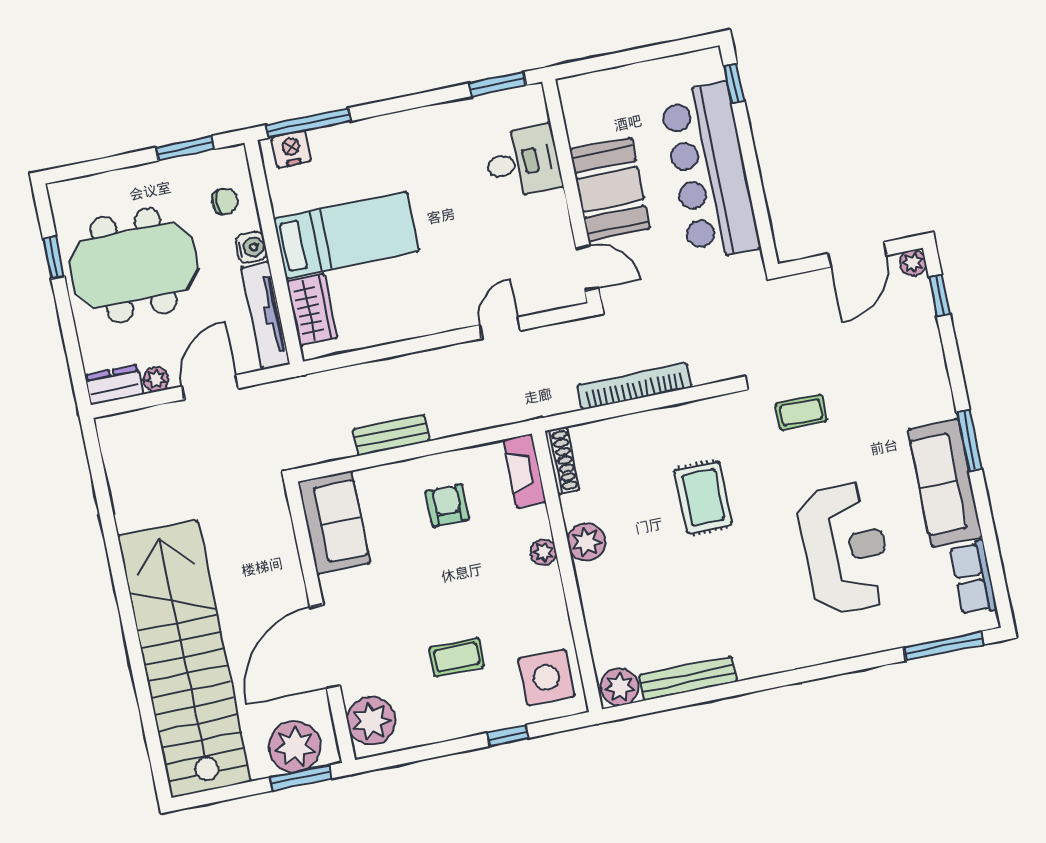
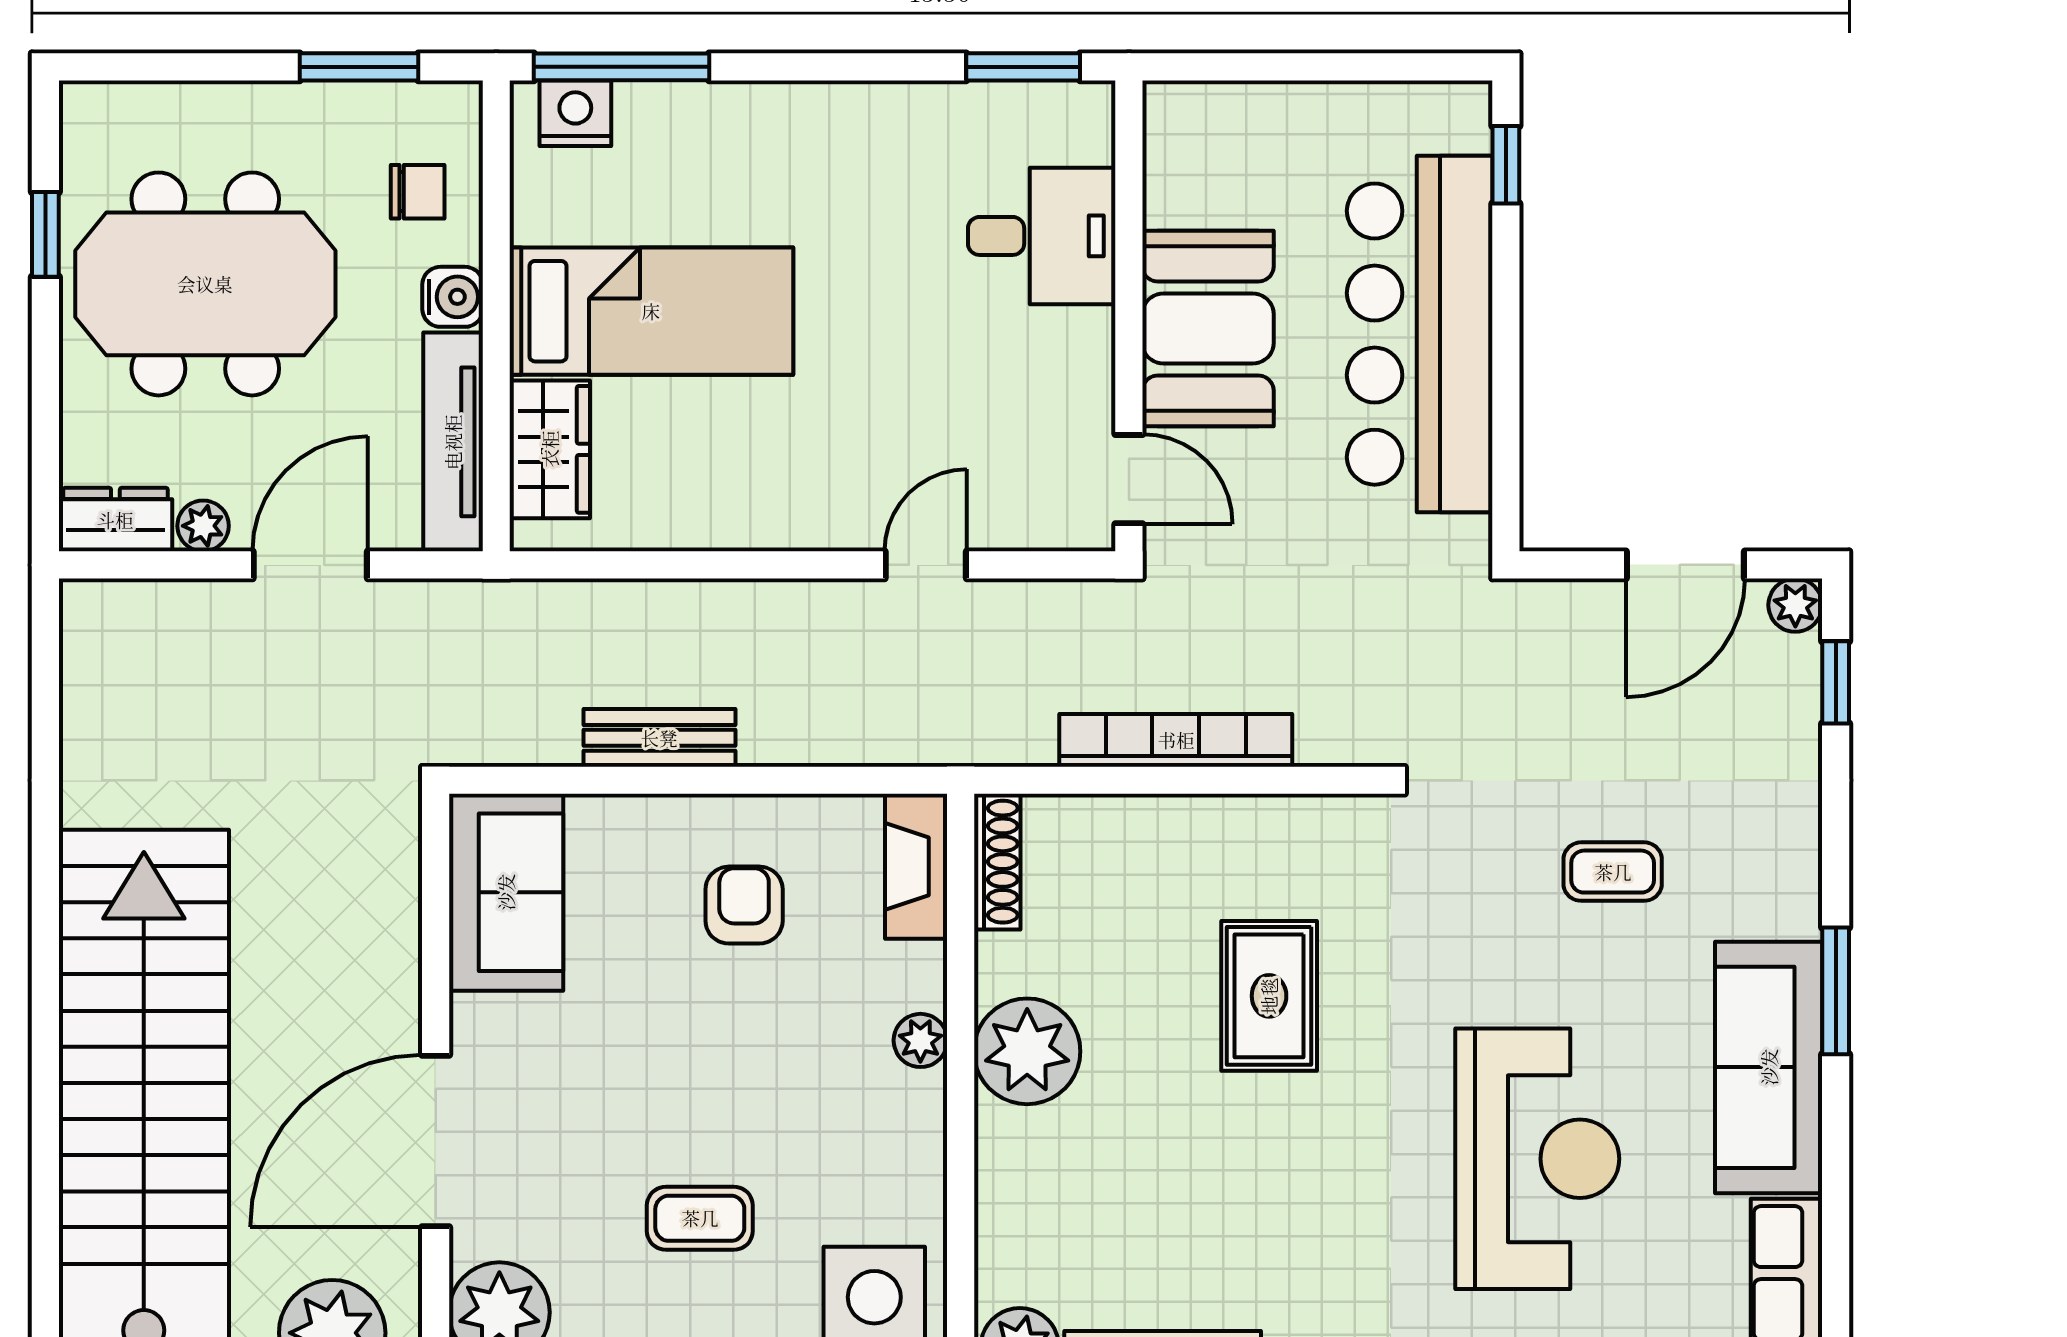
coffee table: (801, 412) -> (1613, 872), moved
plant: (587, 542) -> (1027, 1051), width x1.36, depth x1.36

